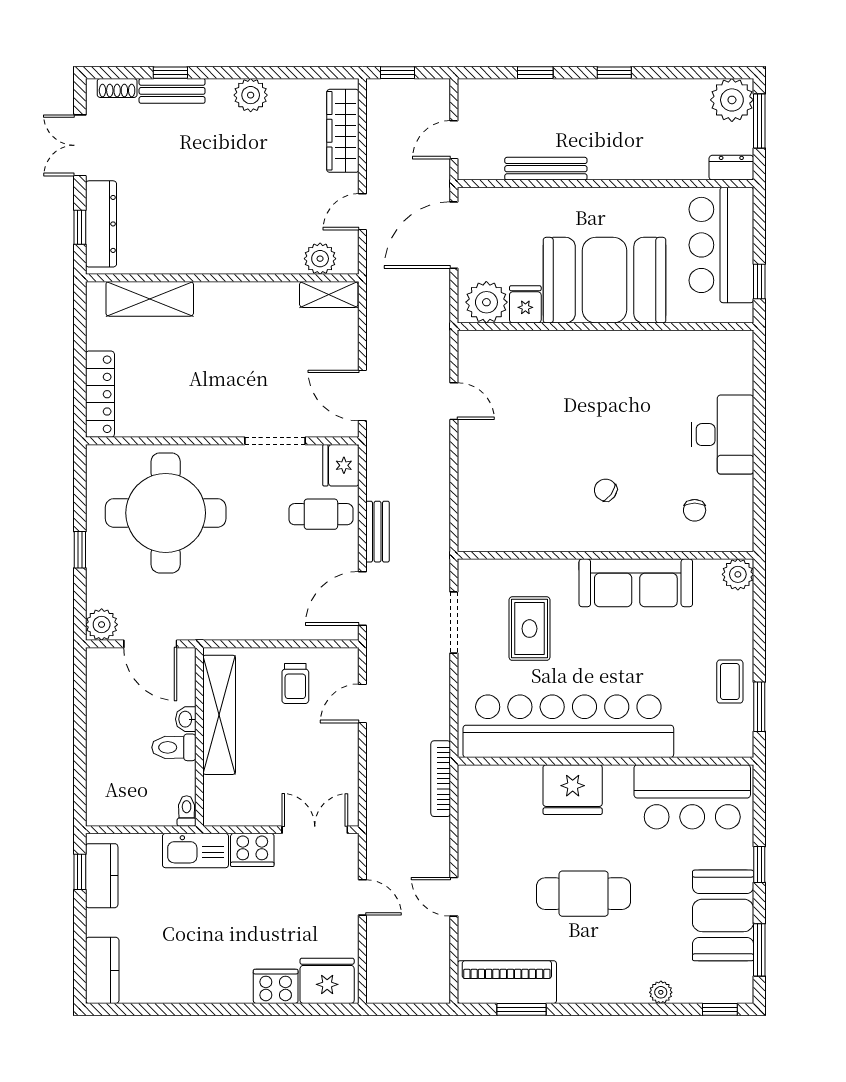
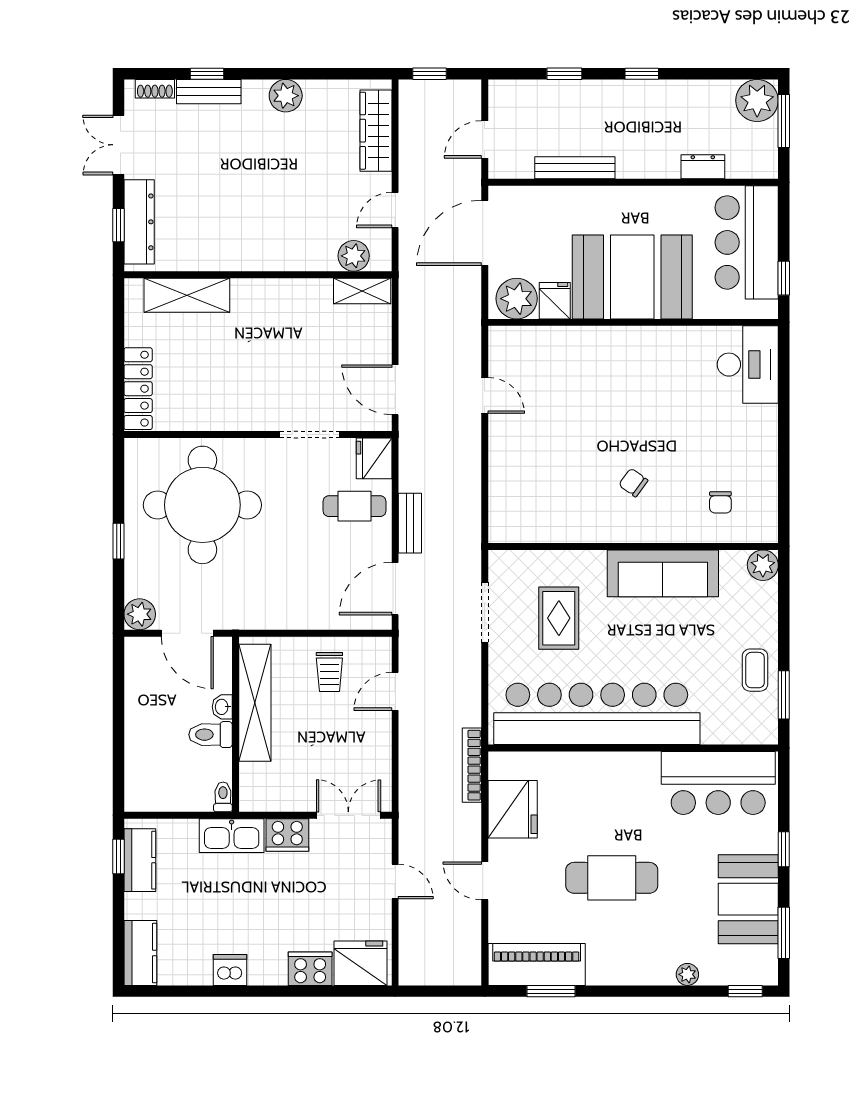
dresser: (731, 168) -> (703, 167), moved
desk: (722, 435) -> (748, 365), moved
fridge: (573, 790) -> (513, 809), moved, turned -90
dishwasher: (194, 988) -> (230, 970), added

